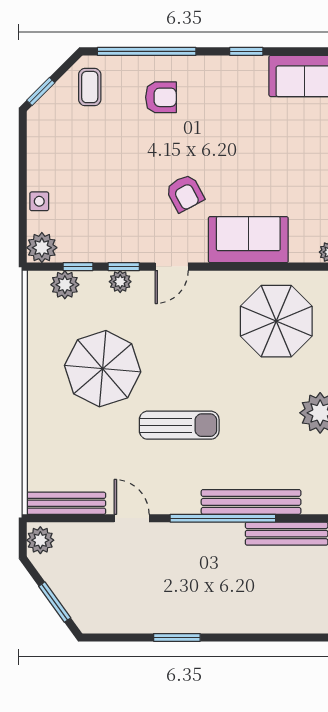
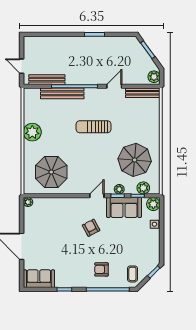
sofa: (248, 240) -> (124, 207), moved
parasol: (103, 369) -> (135, 160), moved
door: (132, 518) -> (114, 86), swing flipped

